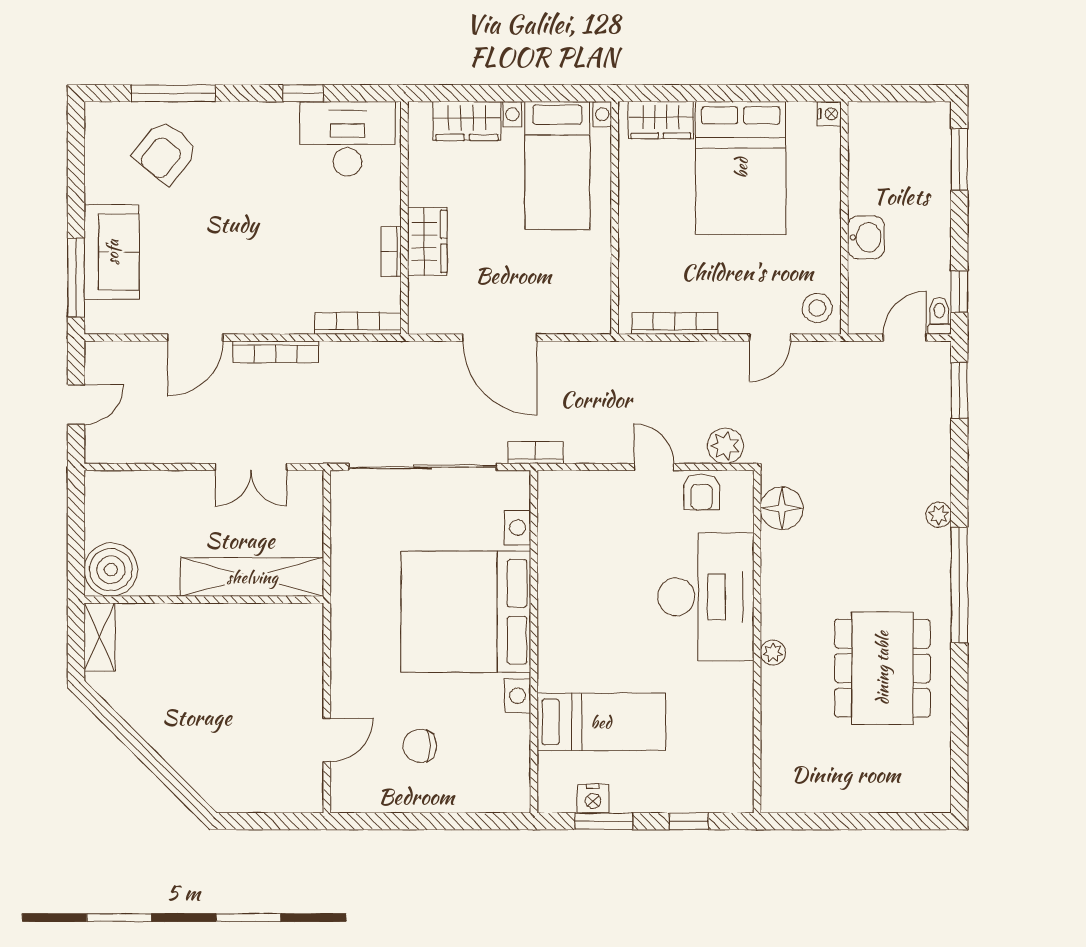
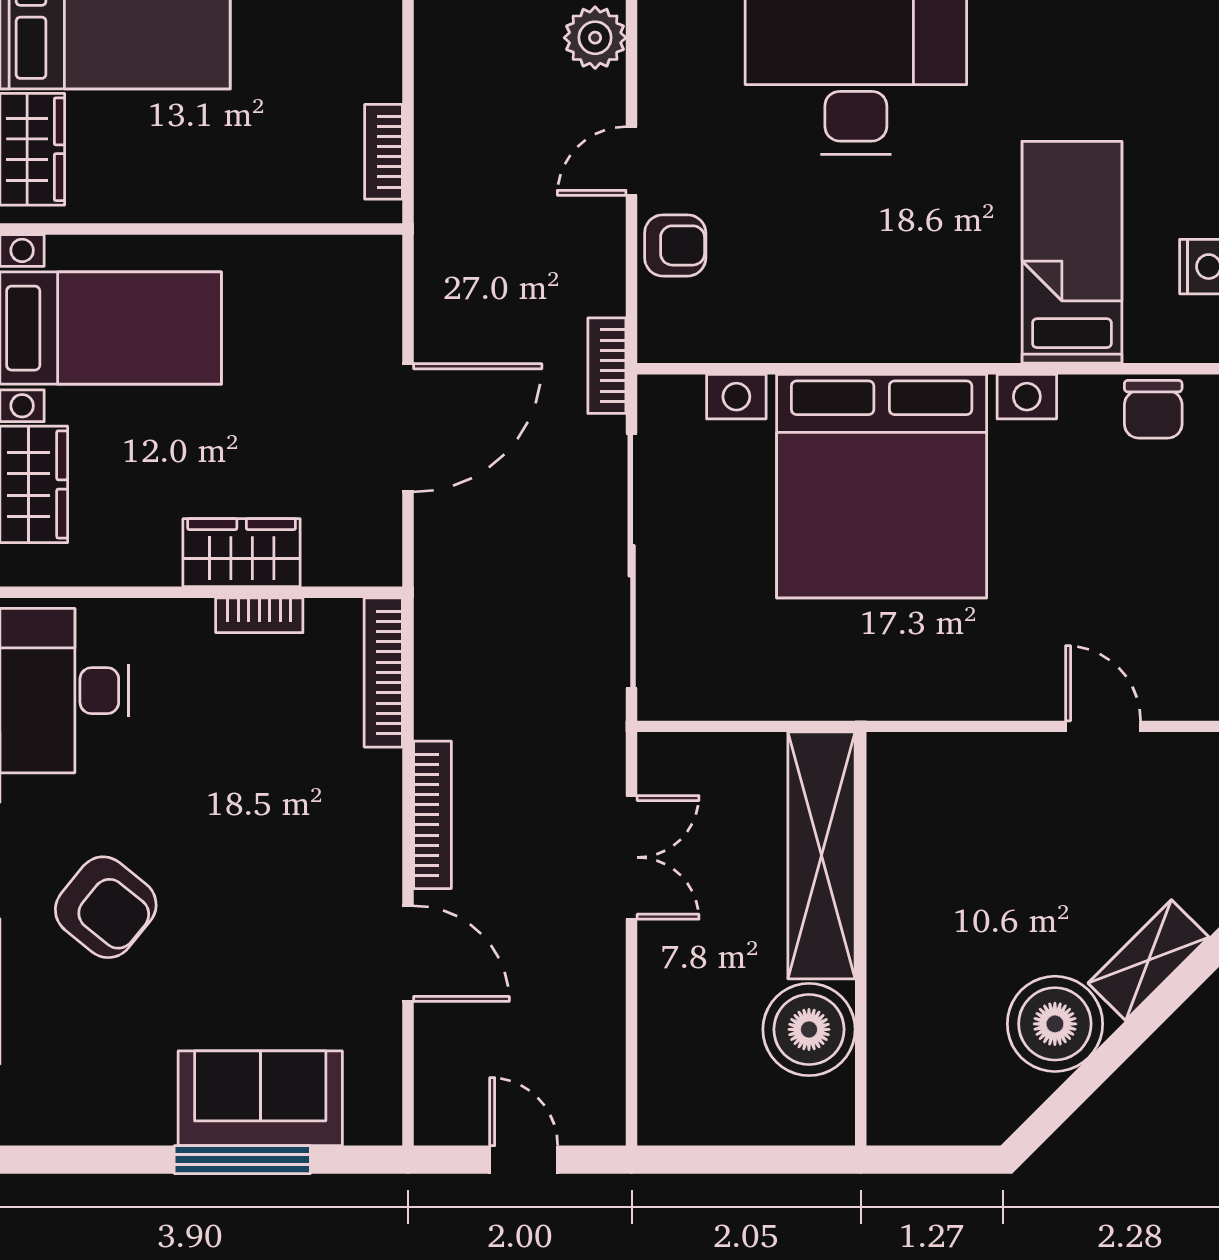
armchair: (165, 152) -> (106, 907), moved
window: (76, 278) -> (242, 1160), moved
bookcase: (675, 323) -> (383, 152), width x0.64
armchair: (702, 492) -> (675, 245), moved
boiler: (111, 570) -> (809, 1029), moved
shelving: (100, 637) -> (1148, 960), moved, turned -45
boiler: (155, 712) -> (1055, 1024), added
chair: (420, 746) -> (1153, 409), moved

